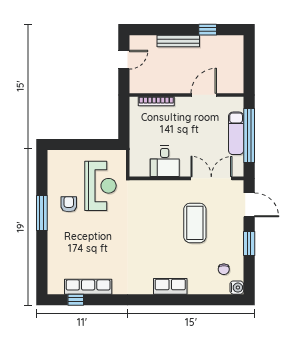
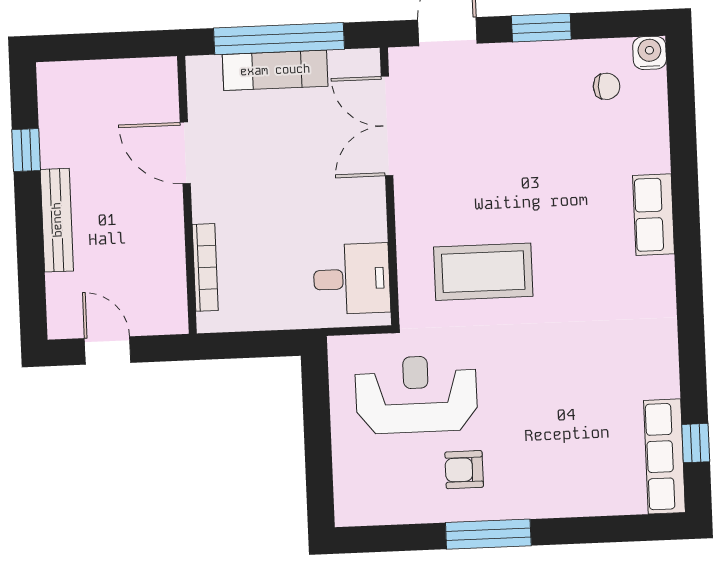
desk: (165, 161) -> (352, 279), moved
coffee table: (195, 223) -> (483, 272), moved
row of seats: (88, 287) -> (664, 456), moved

